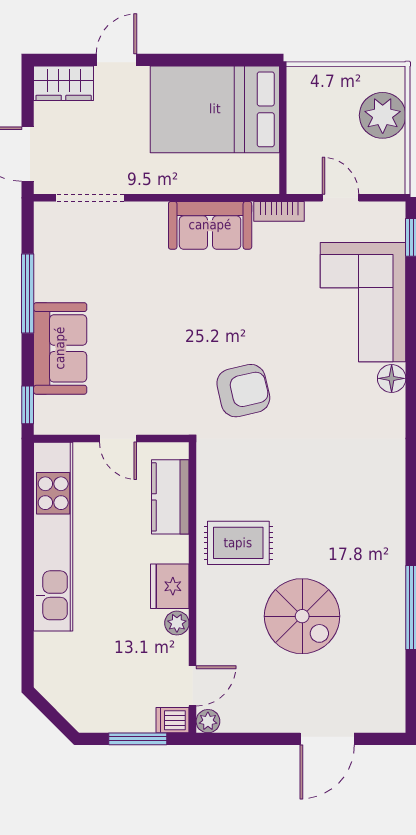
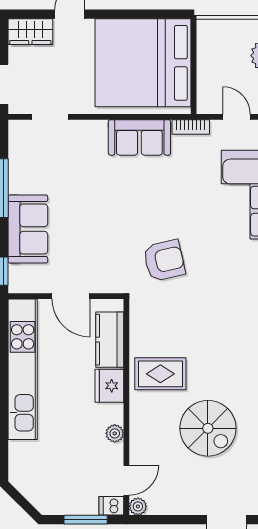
bed: (215, 109) -> (143, 63), width x1.36
doorway: (90, 198) -> (50, 117), width x0.73
door: (118, 439) -> (71, 296), width x1.38
fridge: (170, 586) -> (109, 386), moved

